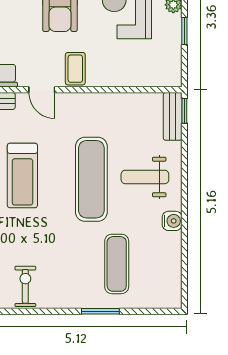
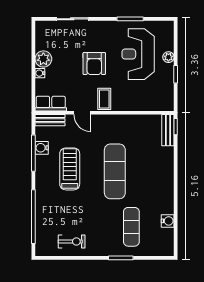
treadmill: (22, 175) -> (70, 169), turned 180
weight bench: (145, 177) -> (150, 170), removed
water cooler: (172, 221) -> (168, 221), moved
exercise bike: (25, 286) -> (72, 241), turned 90

